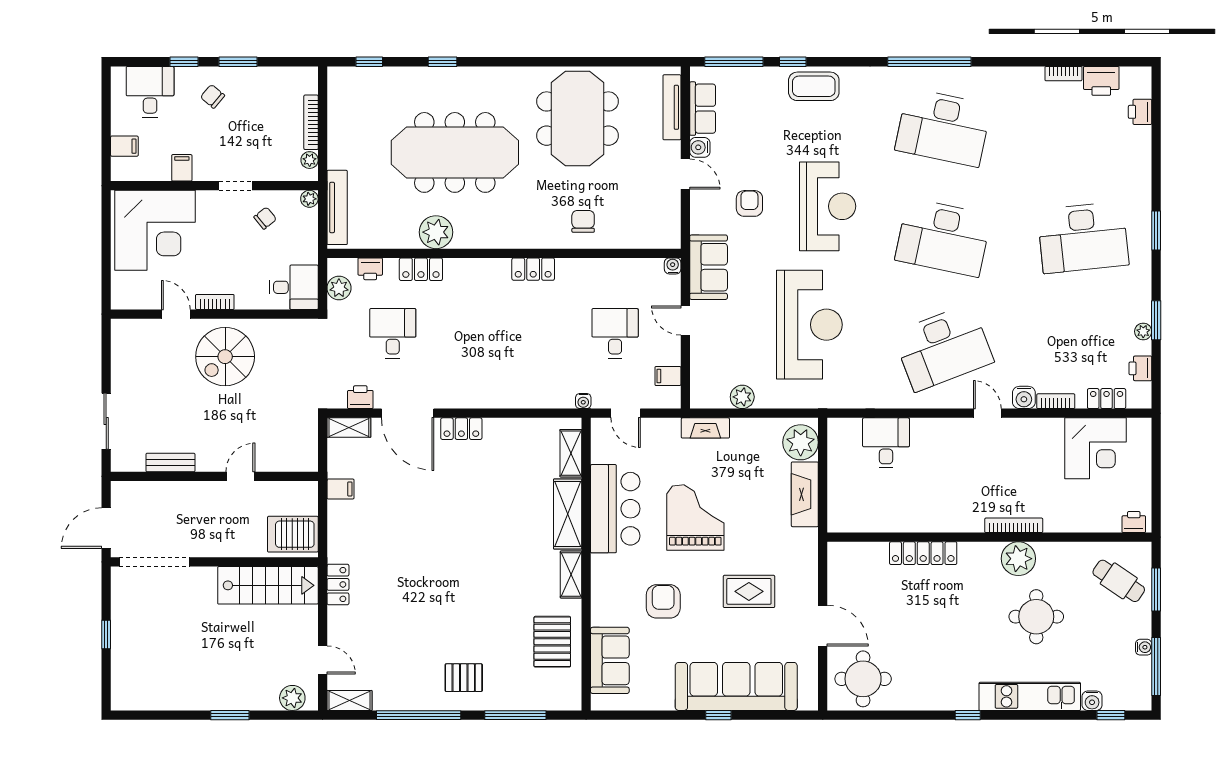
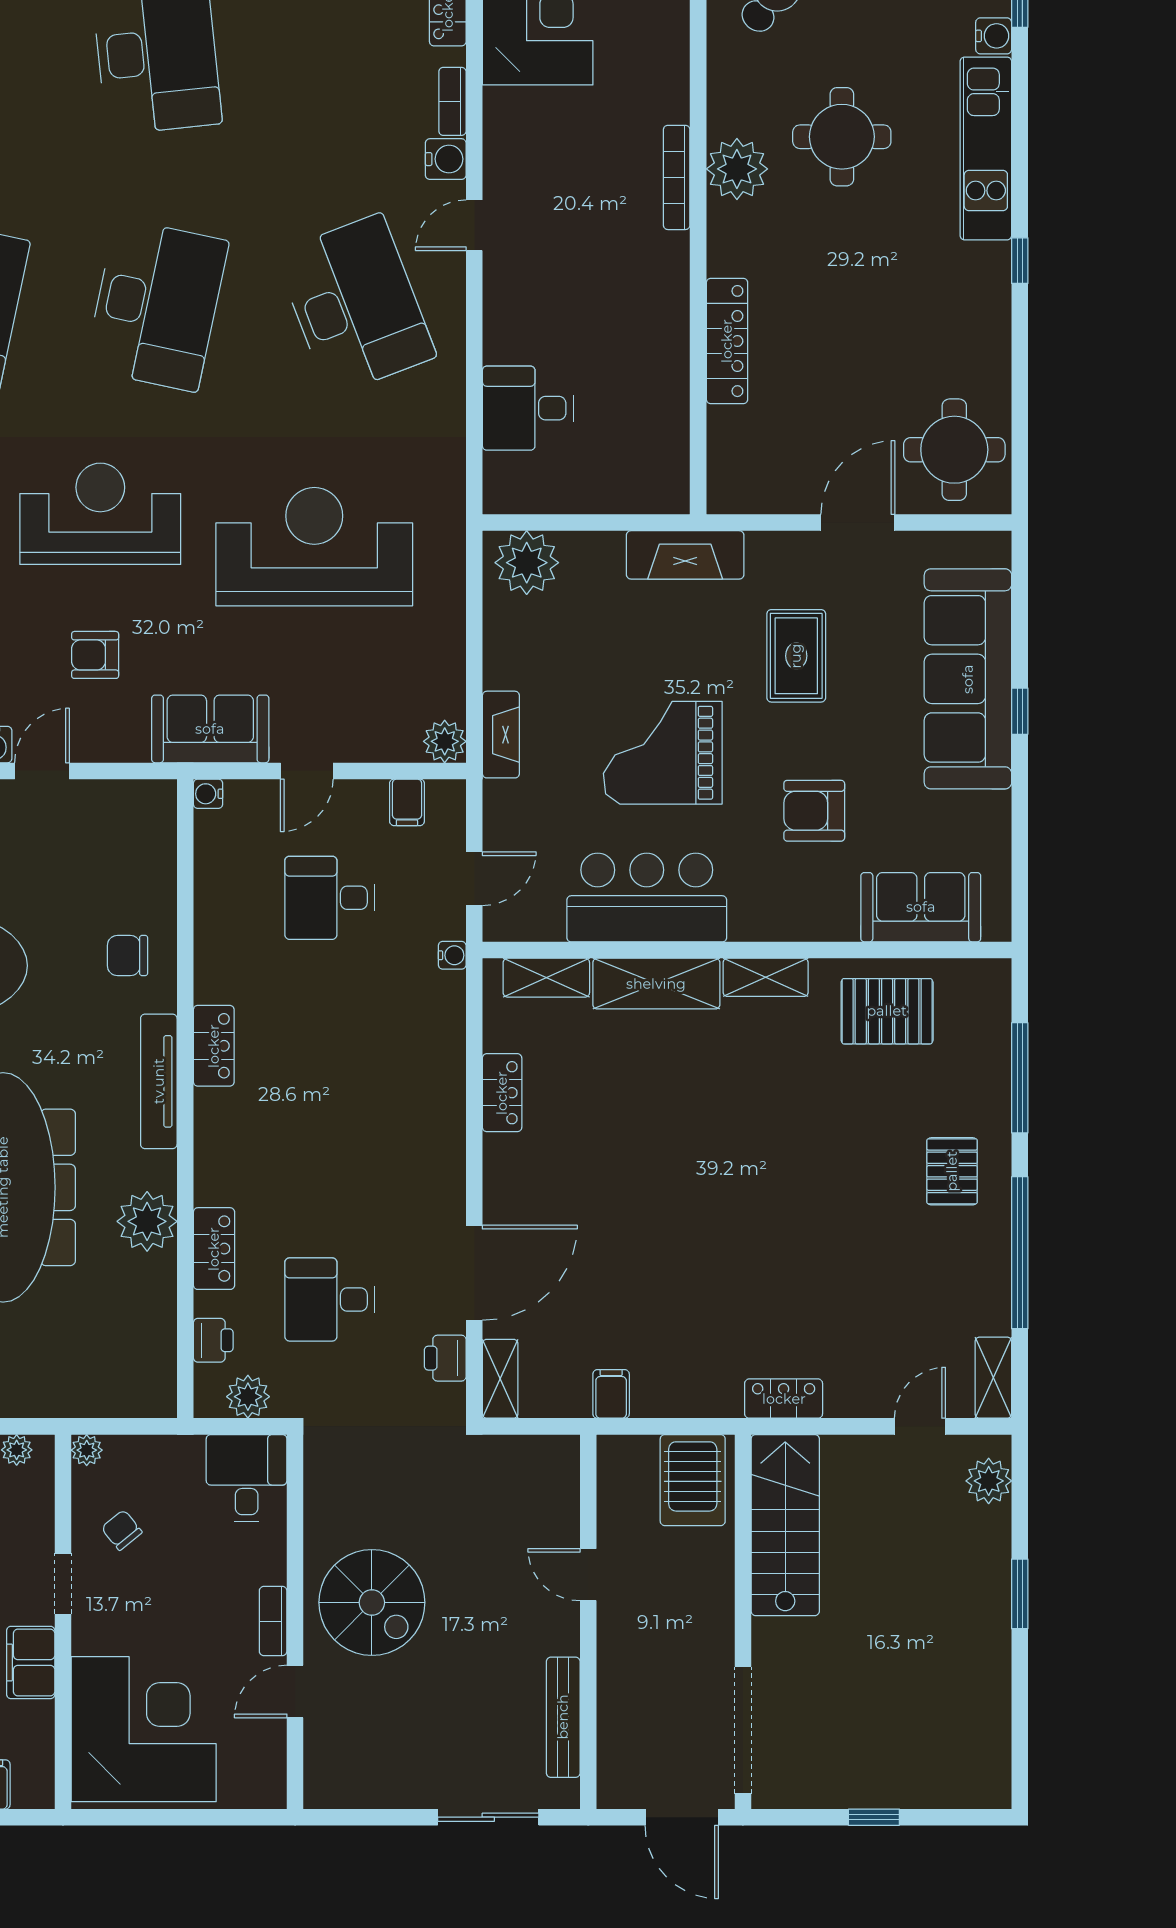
filing cabinet: (182, 168) -> (31, 1662), width x2.00
tv unit: (337, 207) -> (159, 1081), moved, turned -90
plant: (742, 397) -> (445, 741), moved
locker: (461, 429) -> (502, 1093), moved
bench: (170, 462) -> (563, 1717), width x1.36
fireplace: (805, 494) -> (685, 555), moved

